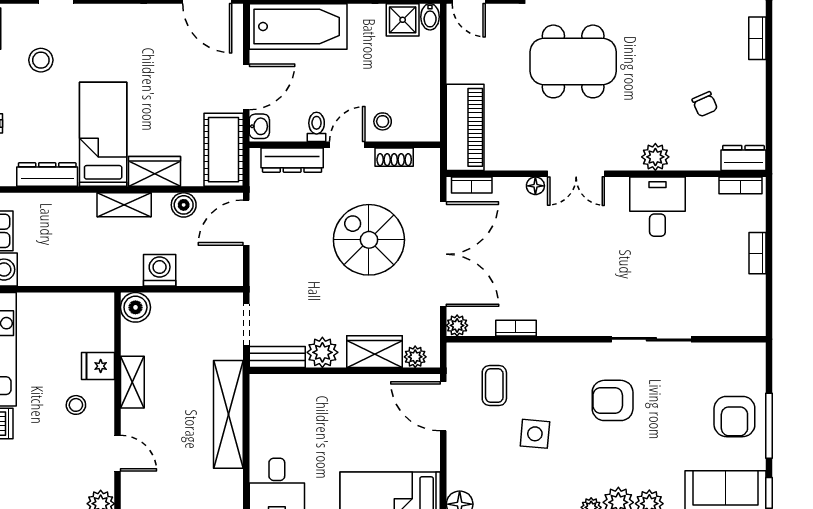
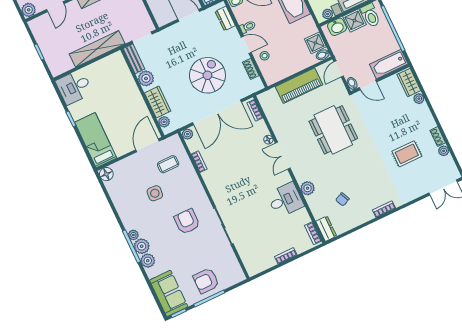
piano: (465, 127) -> (299, 86), moved
dresser: (292, 160) -> (225, 19), width x0.70

